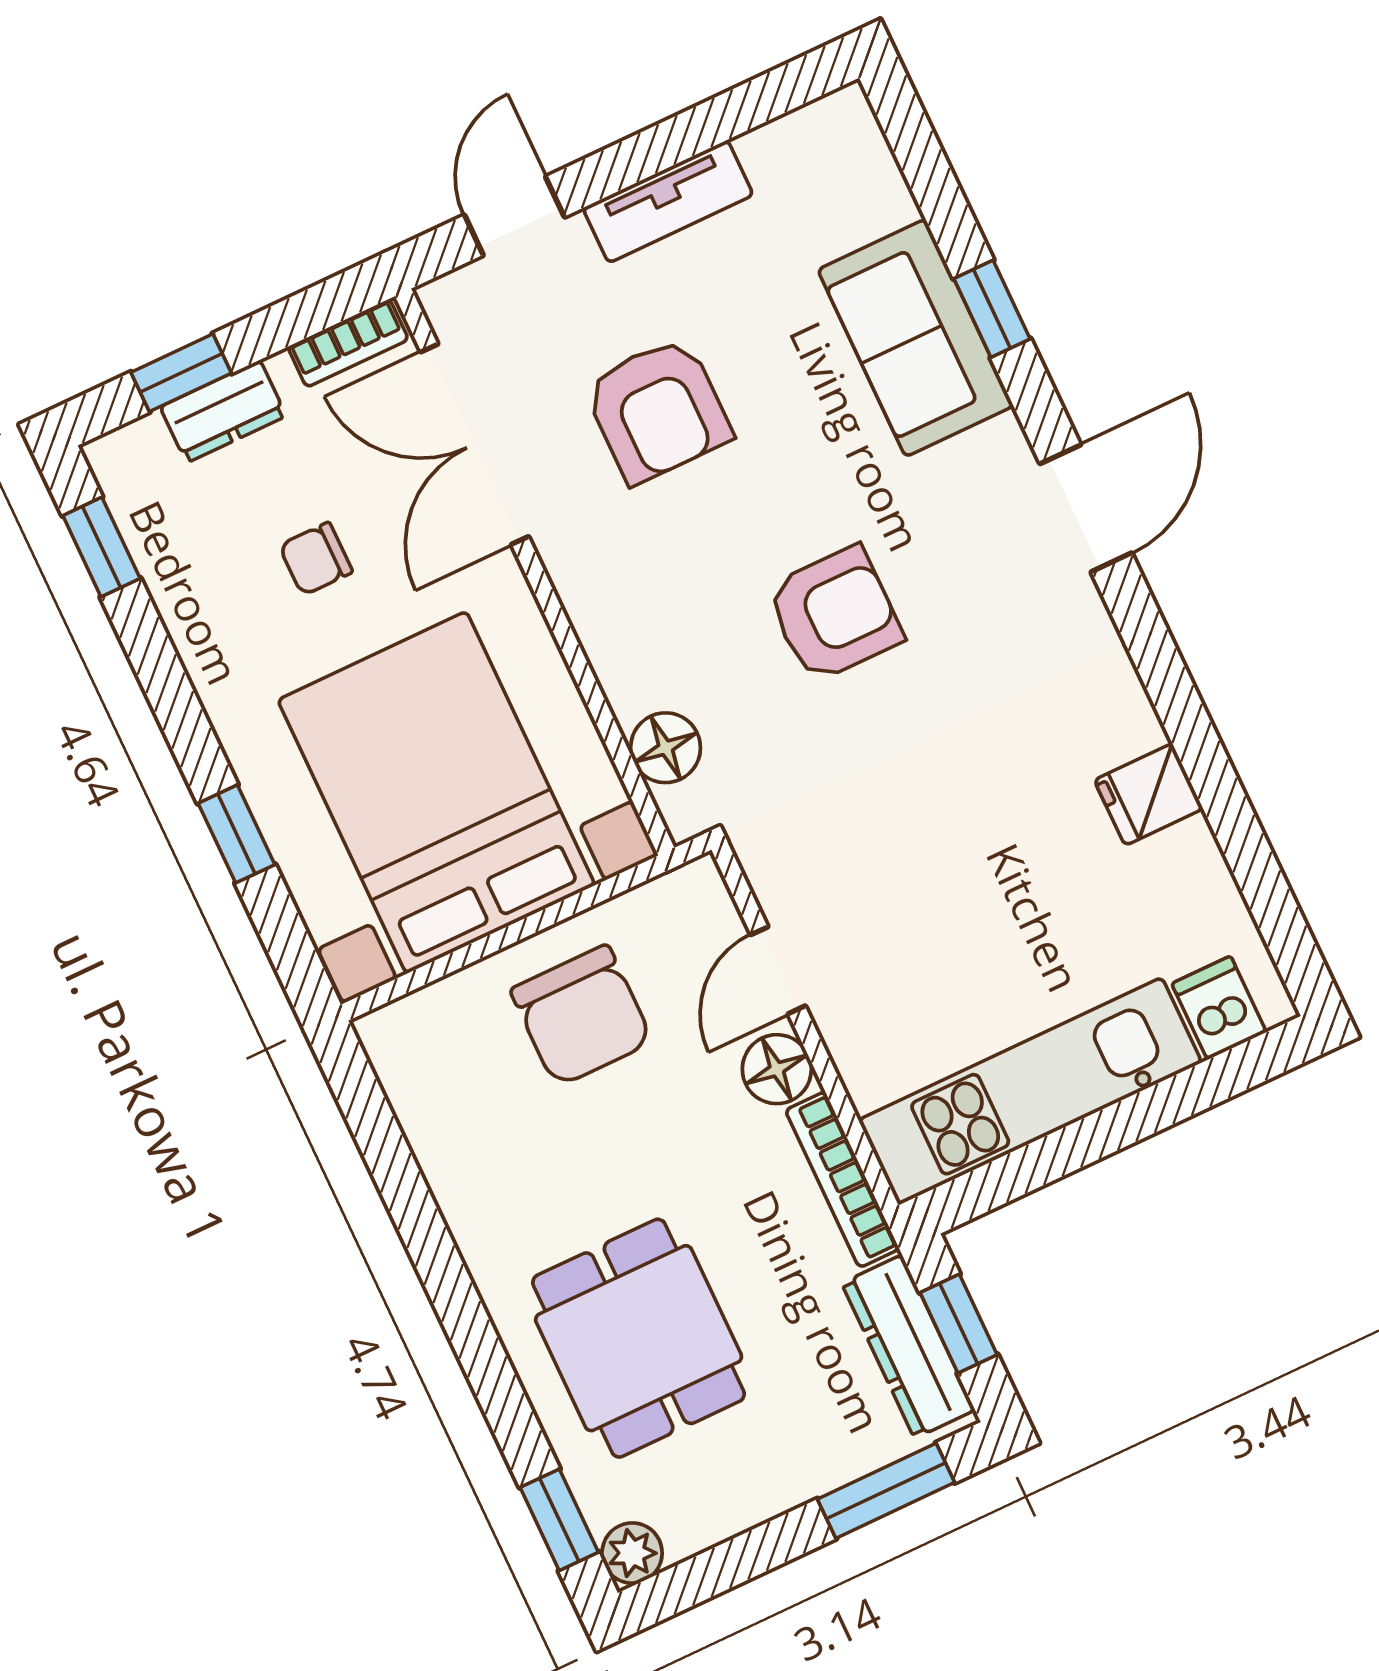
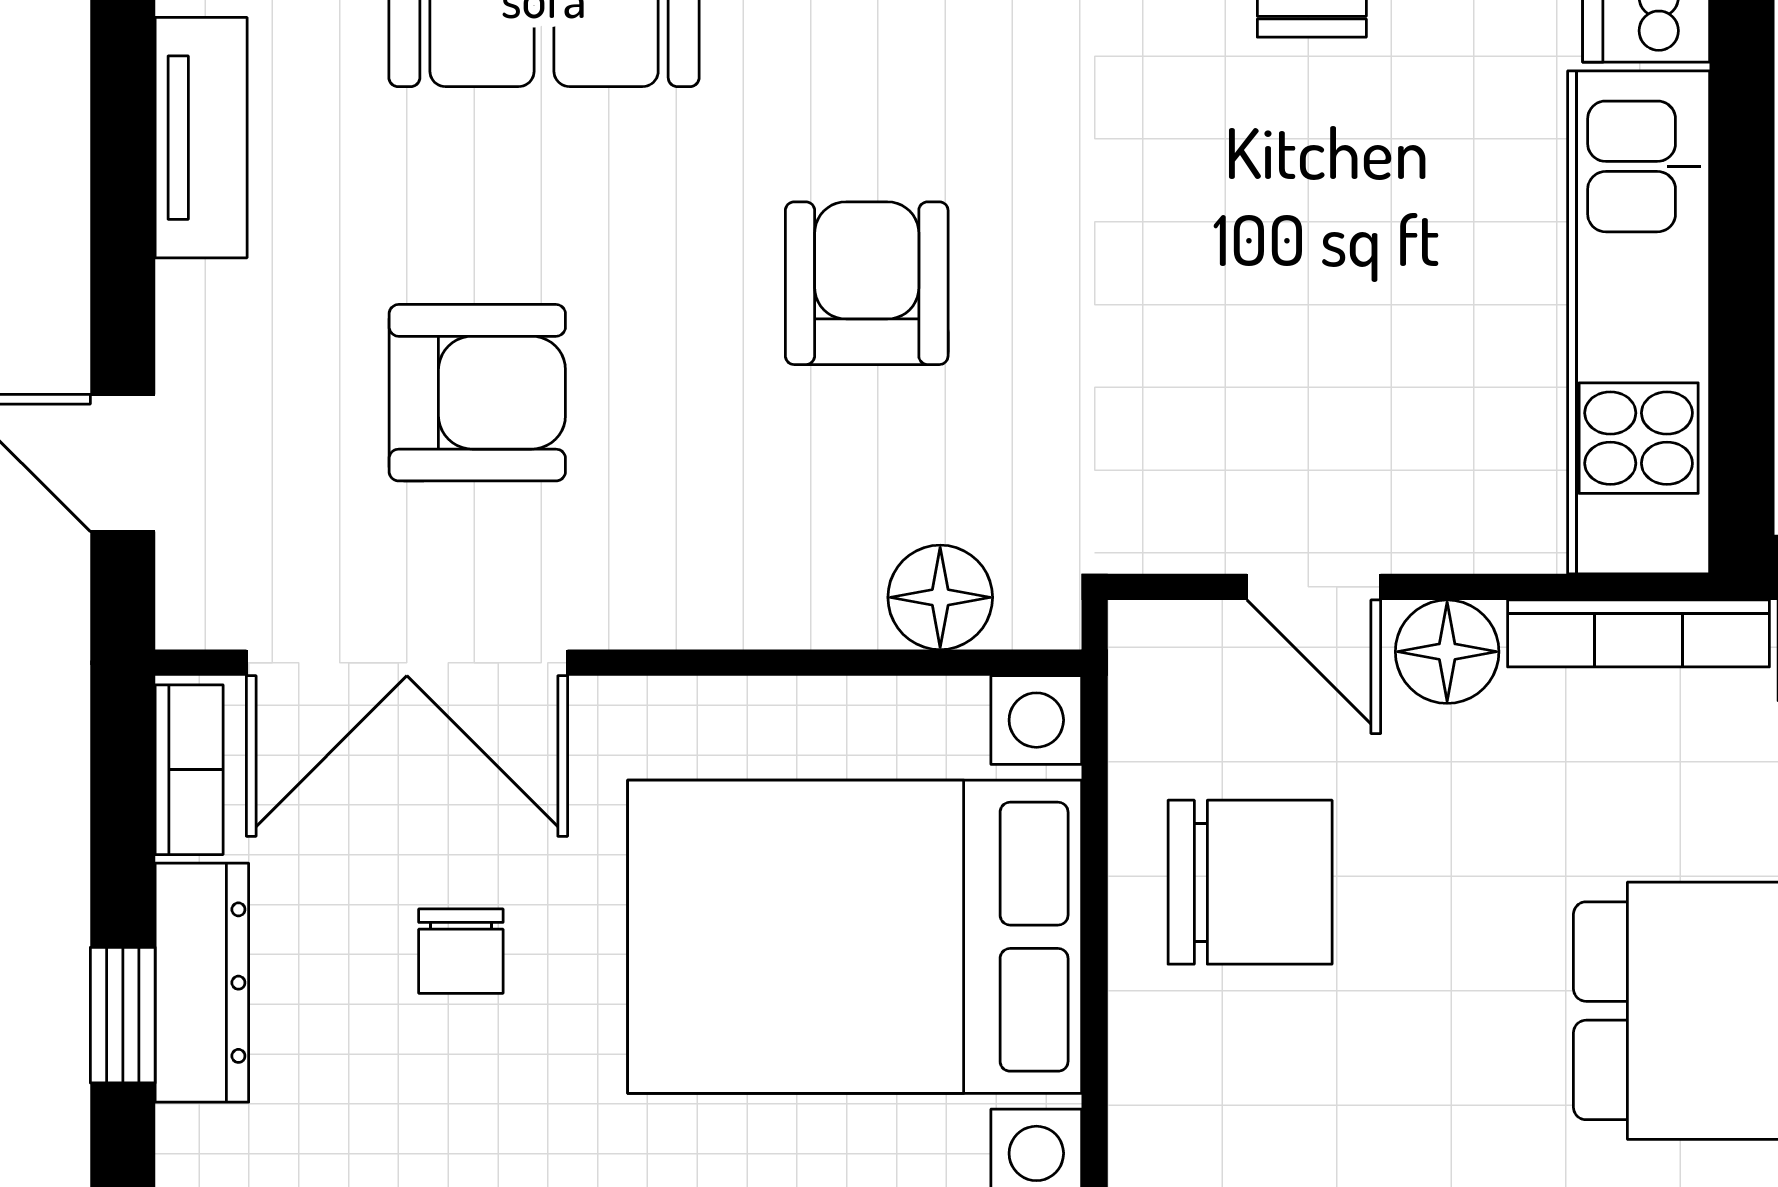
tv unit: (668, 201) -> (201, 138), moved
dresser: (223, 411) -> (202, 983), width x1.44

